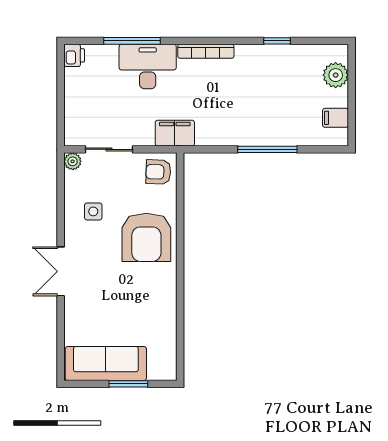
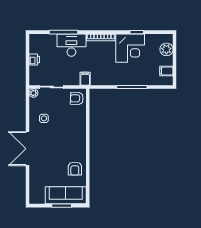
printer: (74, 55) -> (34, 59), moved
corner desk: (264, 72) -> (130, 48), added
filing cabinet: (175, 133) -> (85, 79), width x0.50
armchair: (146, 237) -> (75, 169), moved, width x0.53, depth x0.53
double door: (61, 271) -> (27, 149), width x1.37
sofa: (106, 364) -> (66, 195), moved

